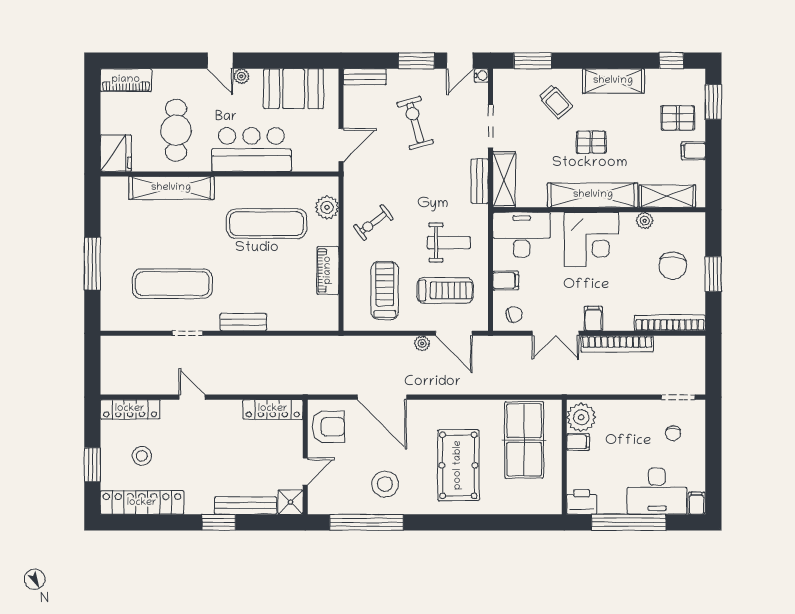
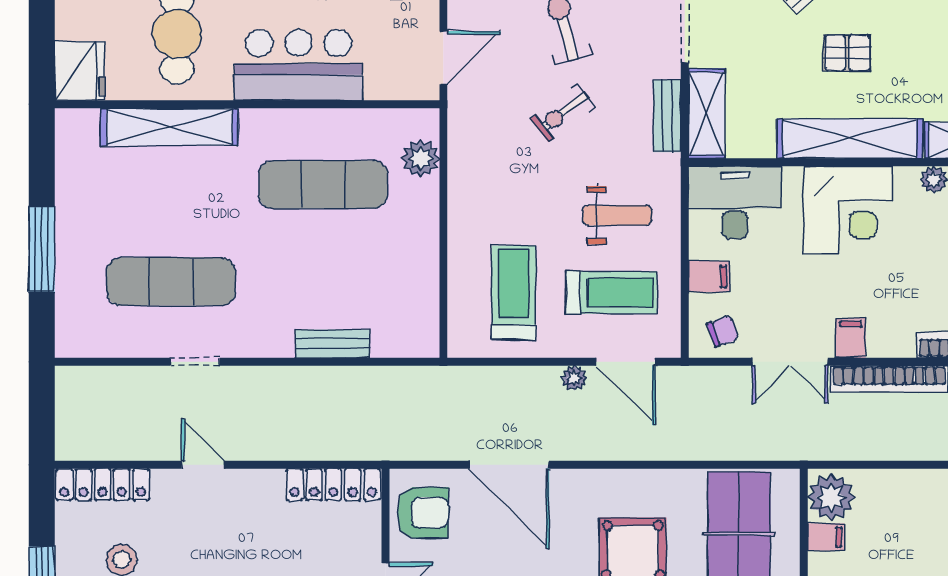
exercise bike: (373, 223) -> (563, 113), moved
piano: (328, 270) -> (422, 260), removed
bench: (243, 322) -> (332, 344), moved

